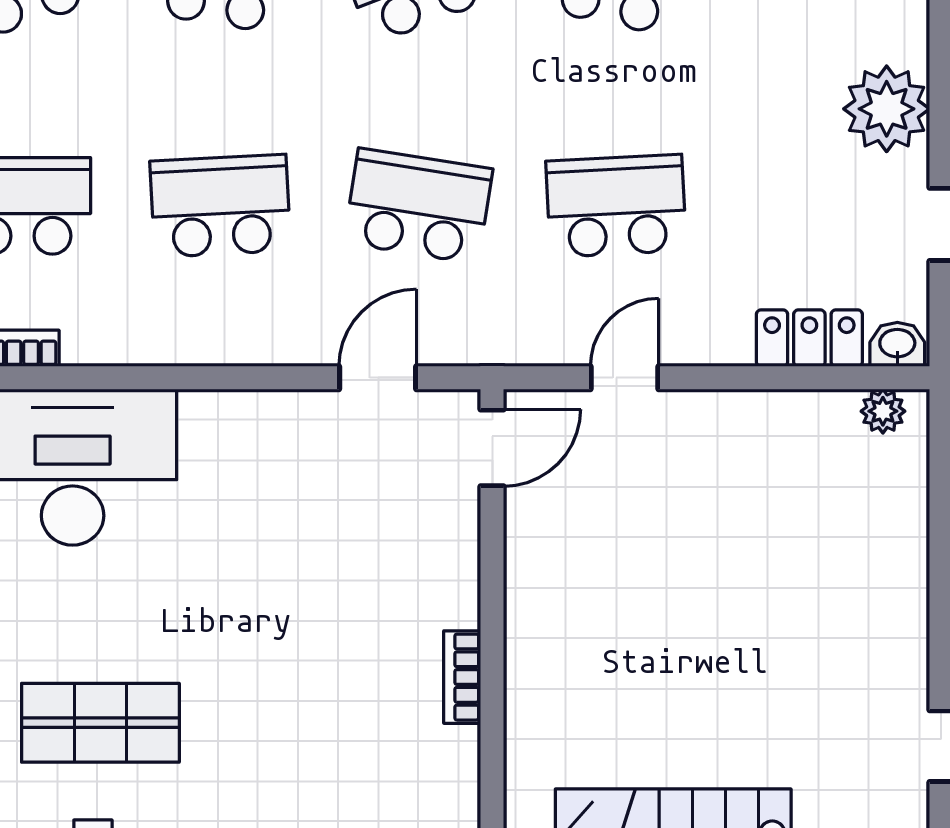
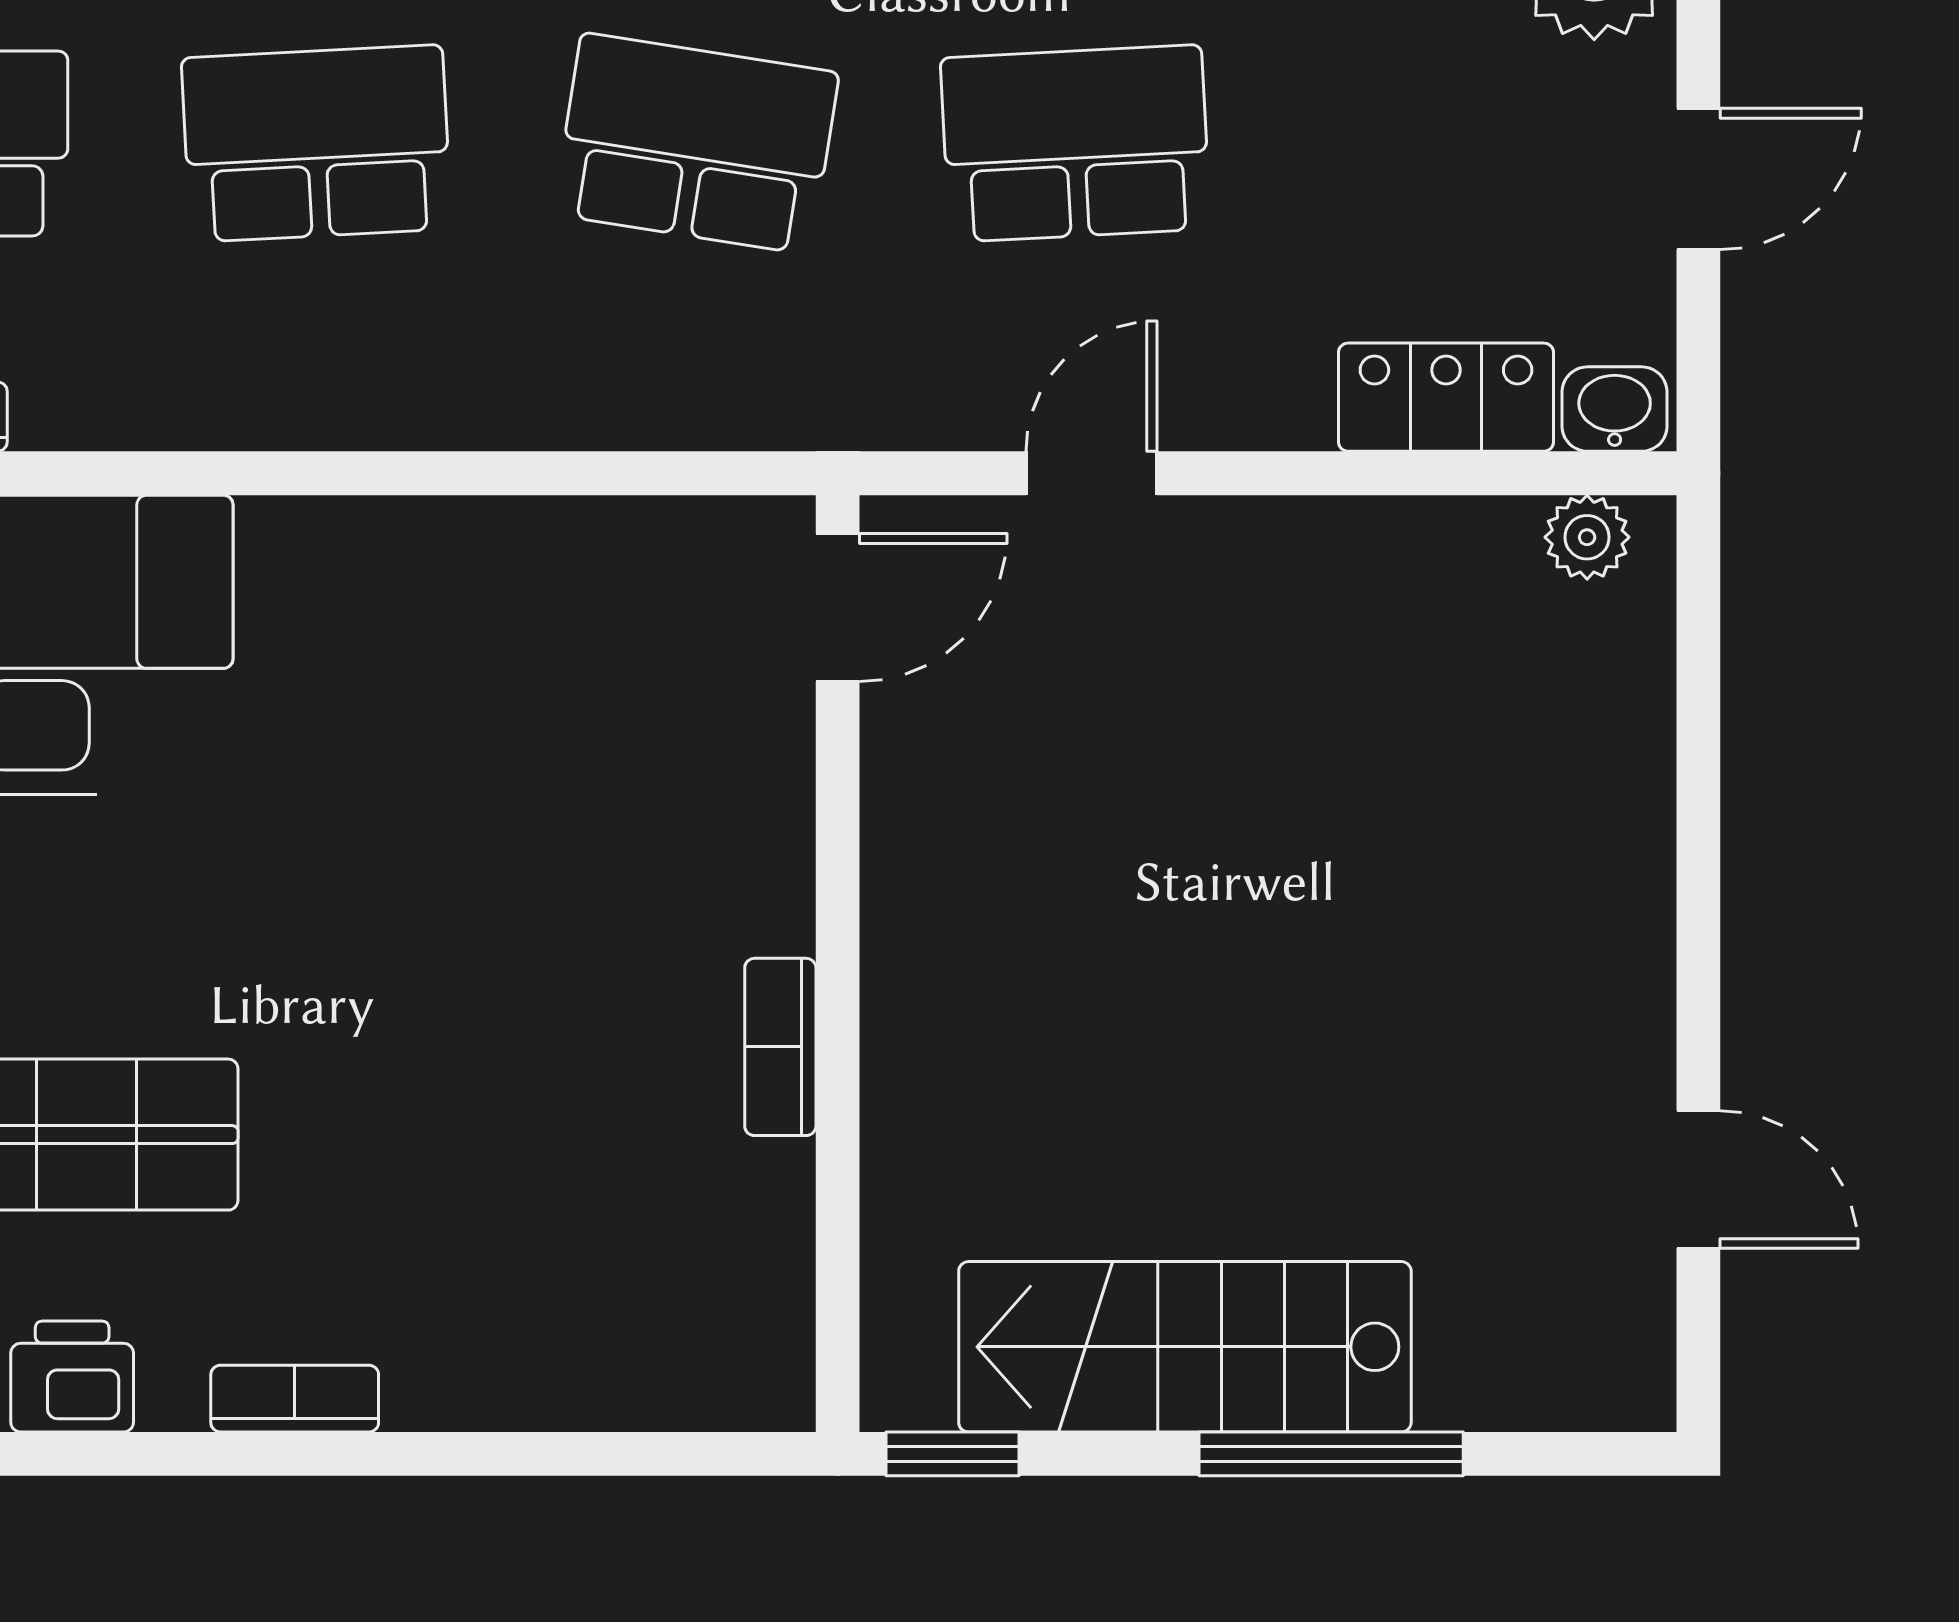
door: (378, 378) -> (618, 473), removed

